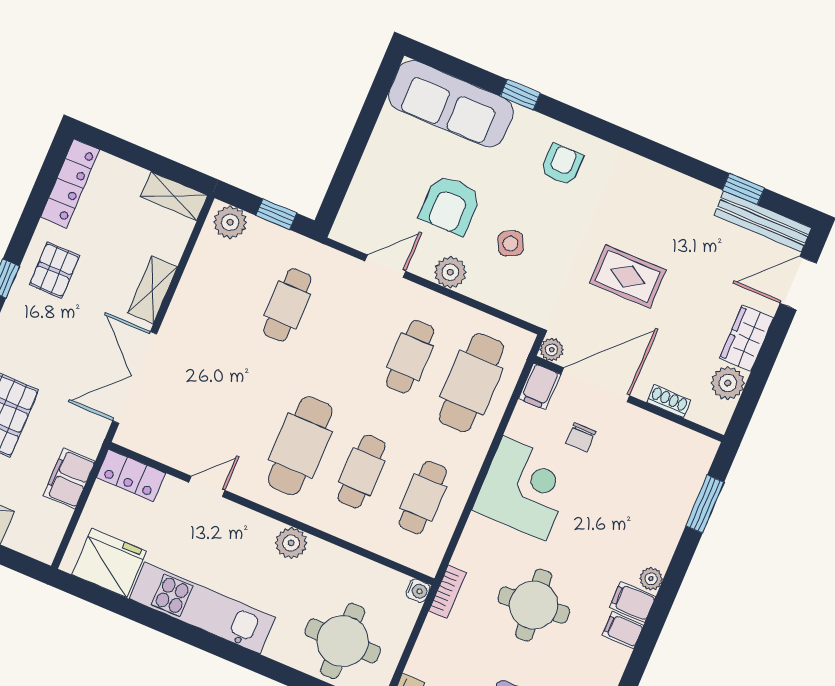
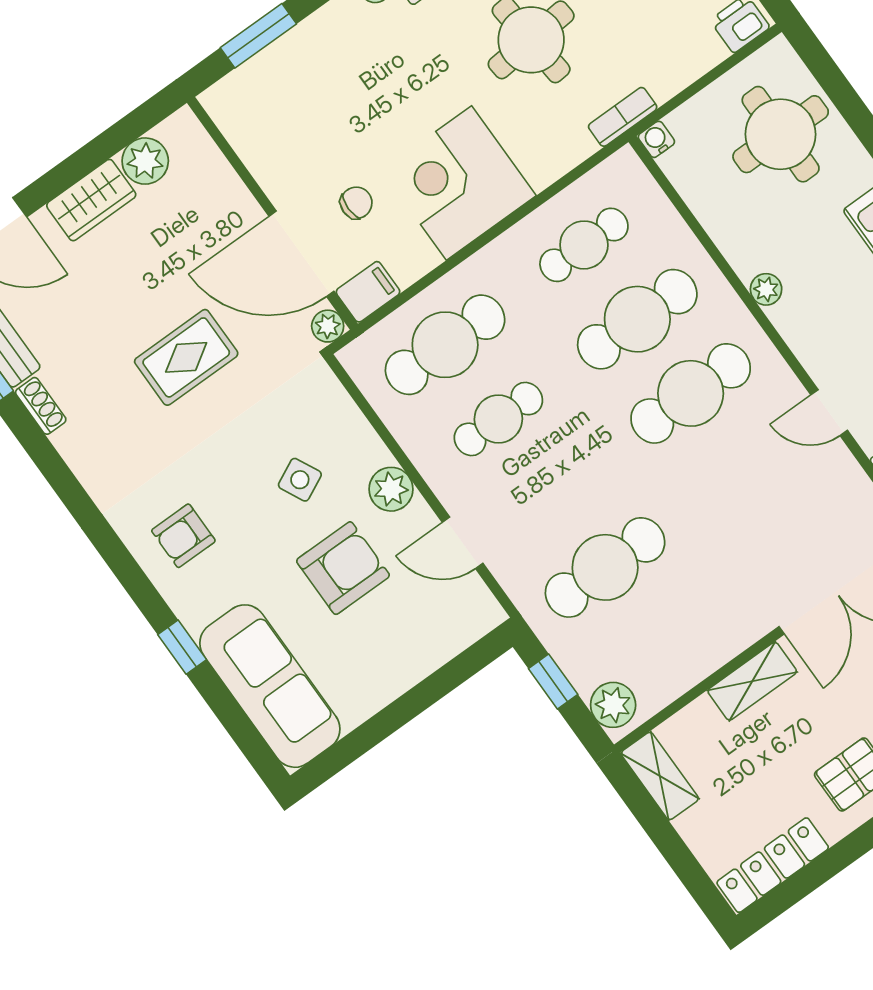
rug: (628, 276) -> (186, 357), turned 90
cafe table: (287, 305) -> (605, 567), width x1.37, depth x1.35
shoe rack: (669, 401) -> (41, 406), moved, turned 180
cafe table: (362, 472) -> (637, 319), width x1.37, depth x1.35
plant: (291, 543) -> (766, 289), width x0.73, depth x0.73

